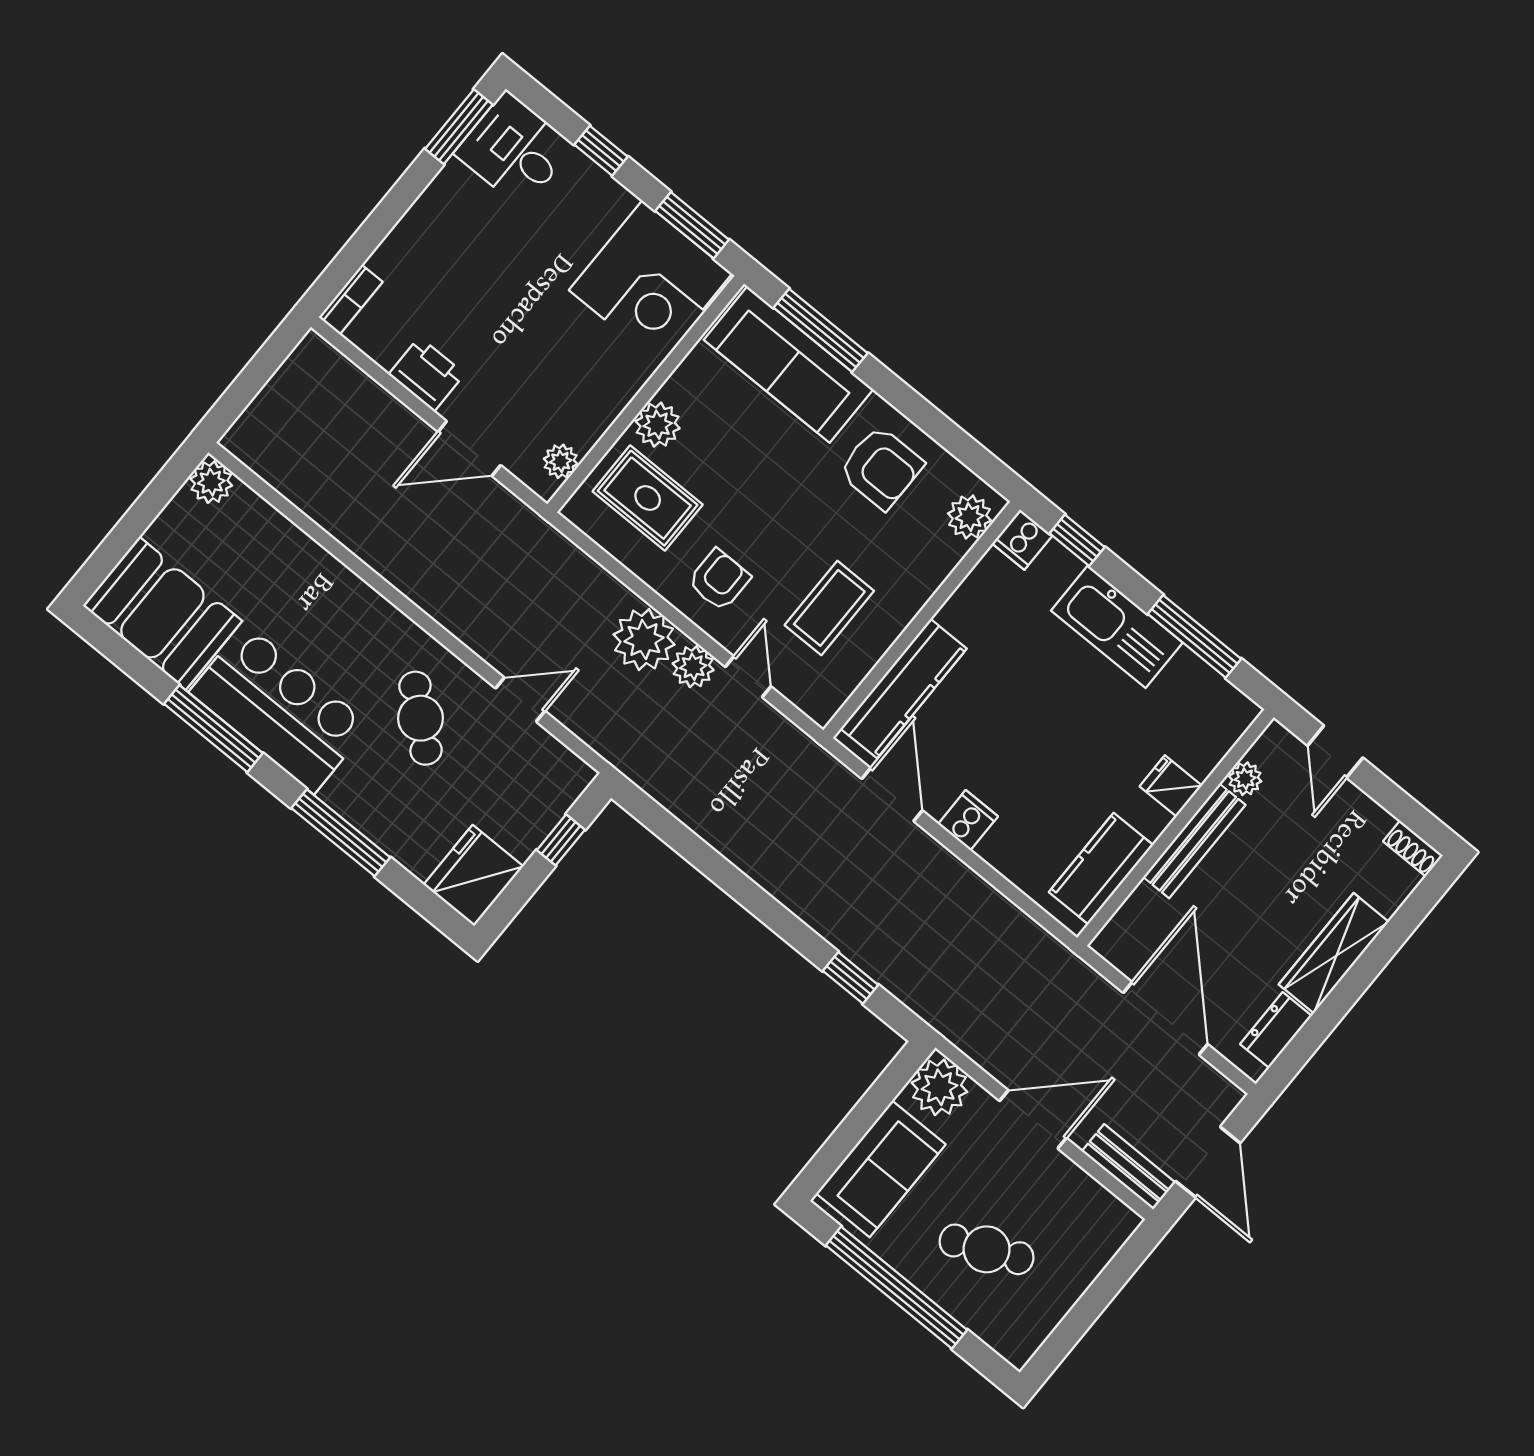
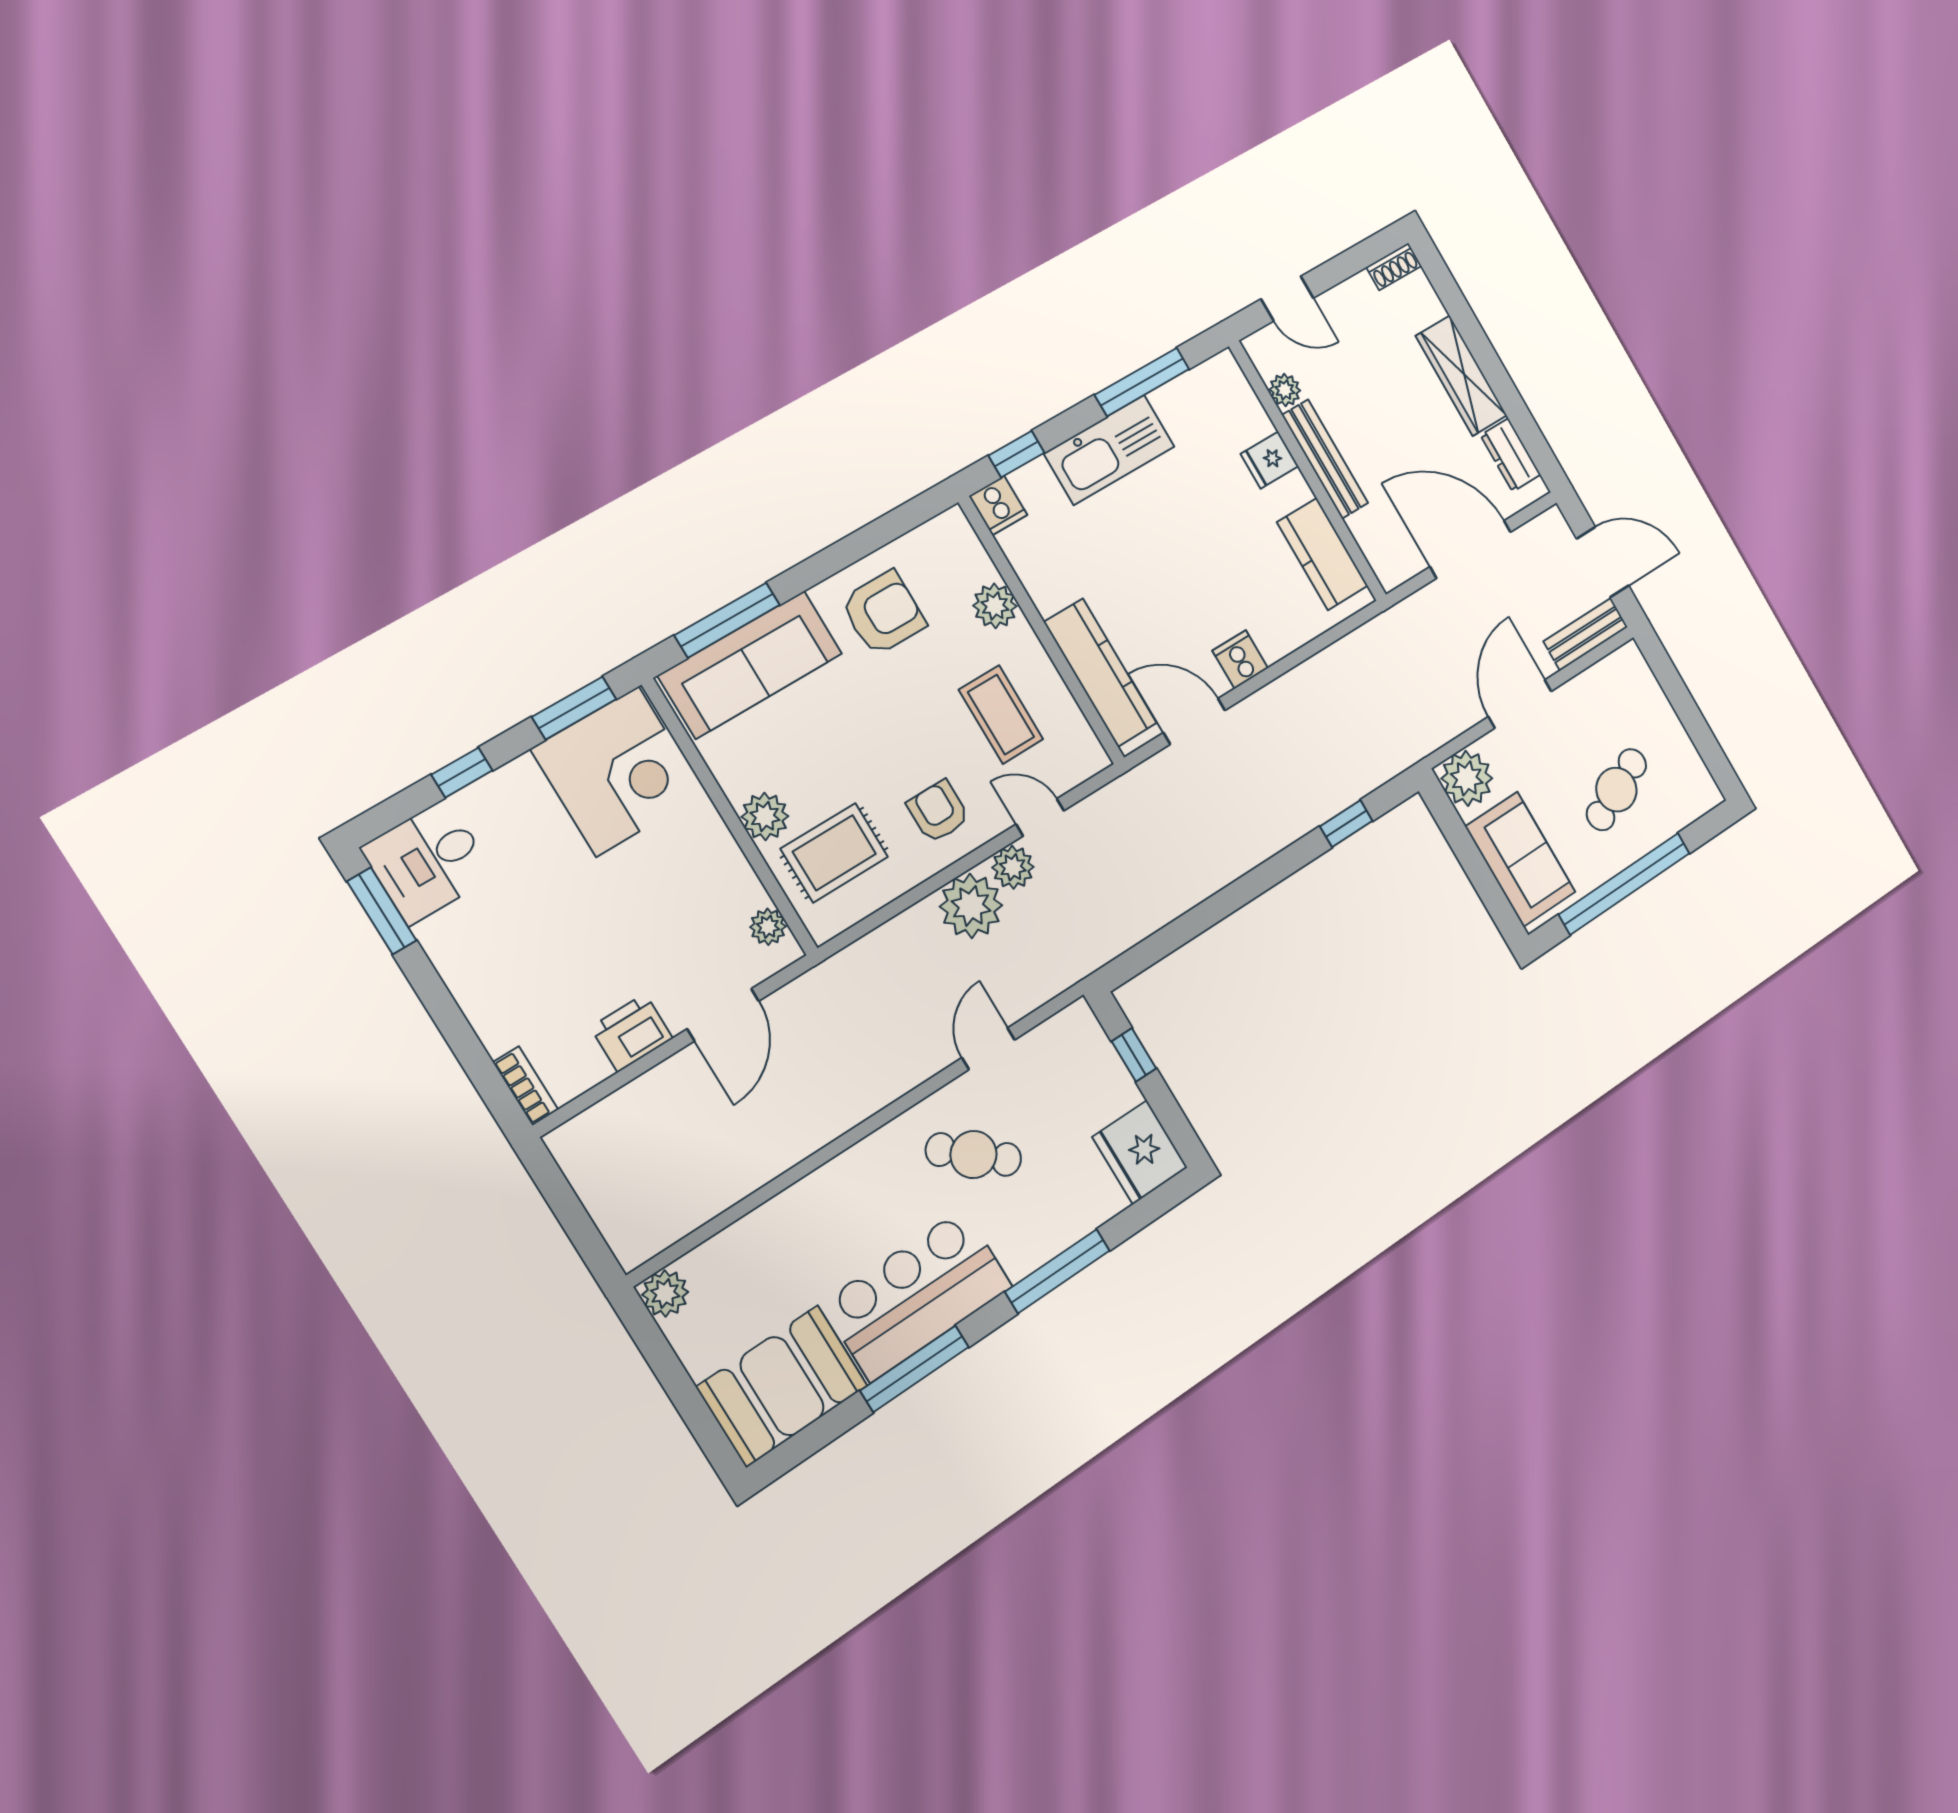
plant: (969, 517) -> (995, 606), moved

